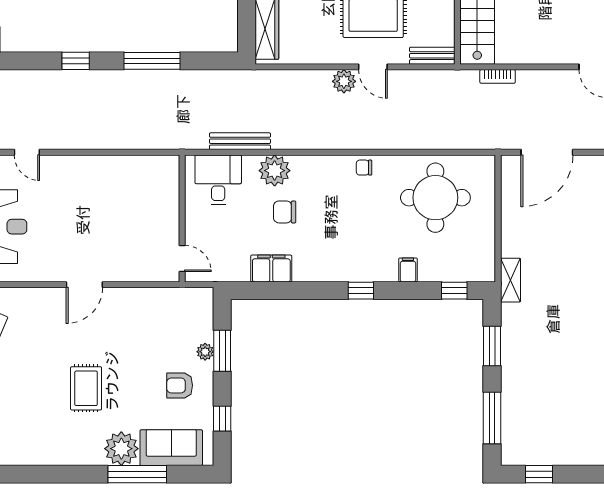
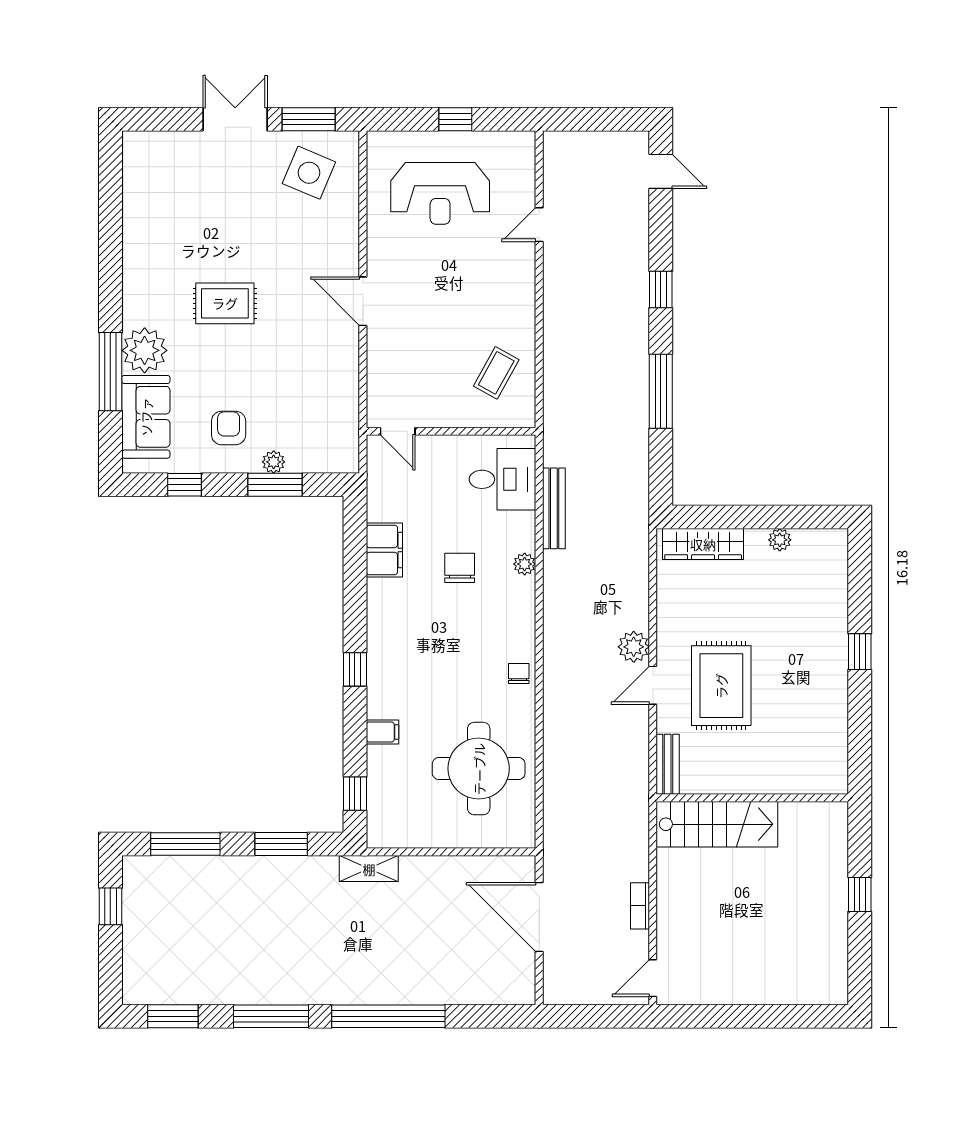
bookcase: (498, 76) -> (640, 906), moved
plant: (275, 171) -> (525, 564), width x0.53, depth x0.53
coffee table: (138, 185) -> (496, 373), added
door: (182, 259) -> (398, 431), hinge flipped

